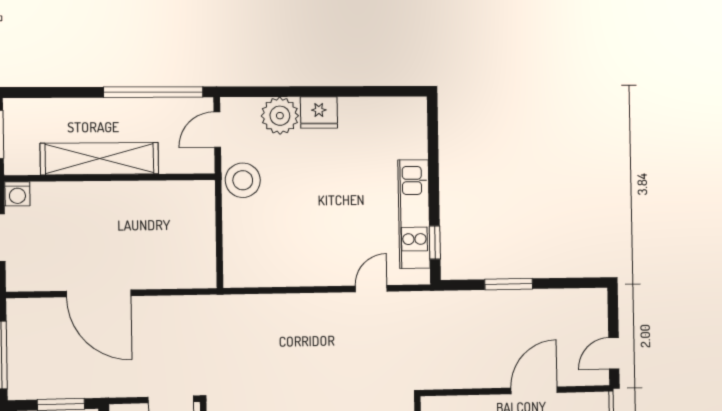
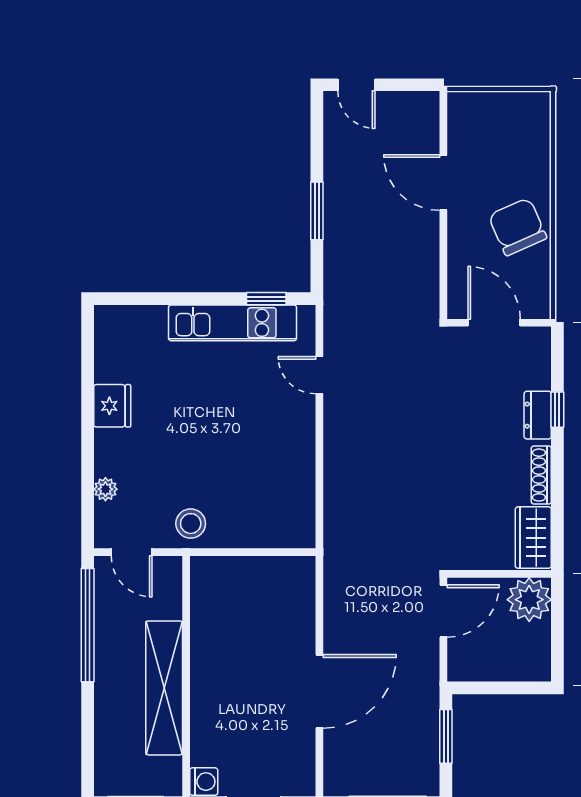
fridge: (319, 113) -> (112, 406), moved
plant: (280, 116) -> (105, 489), width x0.53, depth x0.53
stool: (243, 180) -> (191, 524), width x0.73, depth x0.73
door: (614, 353) -> (356, 85), moved

